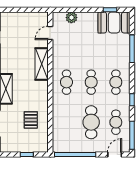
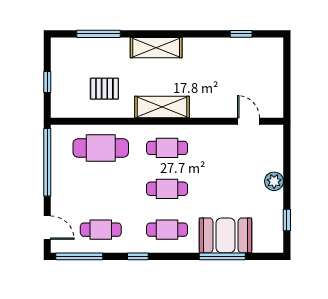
plant: (71, 18) -> (274, 181), moved
booth: (114, 22) -> (225, 235), moved, turned 90
shelving: (42, 64) -> (162, 107), moved
cafe table: (91, 122) -> (101, 148), moved

